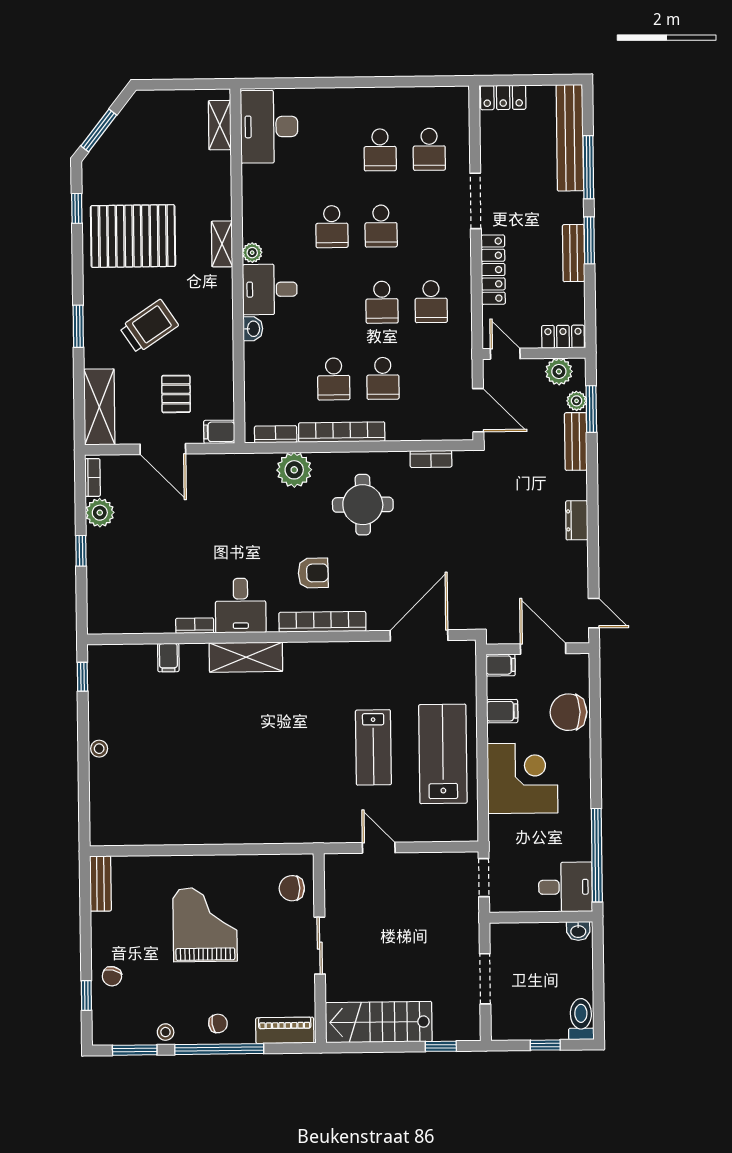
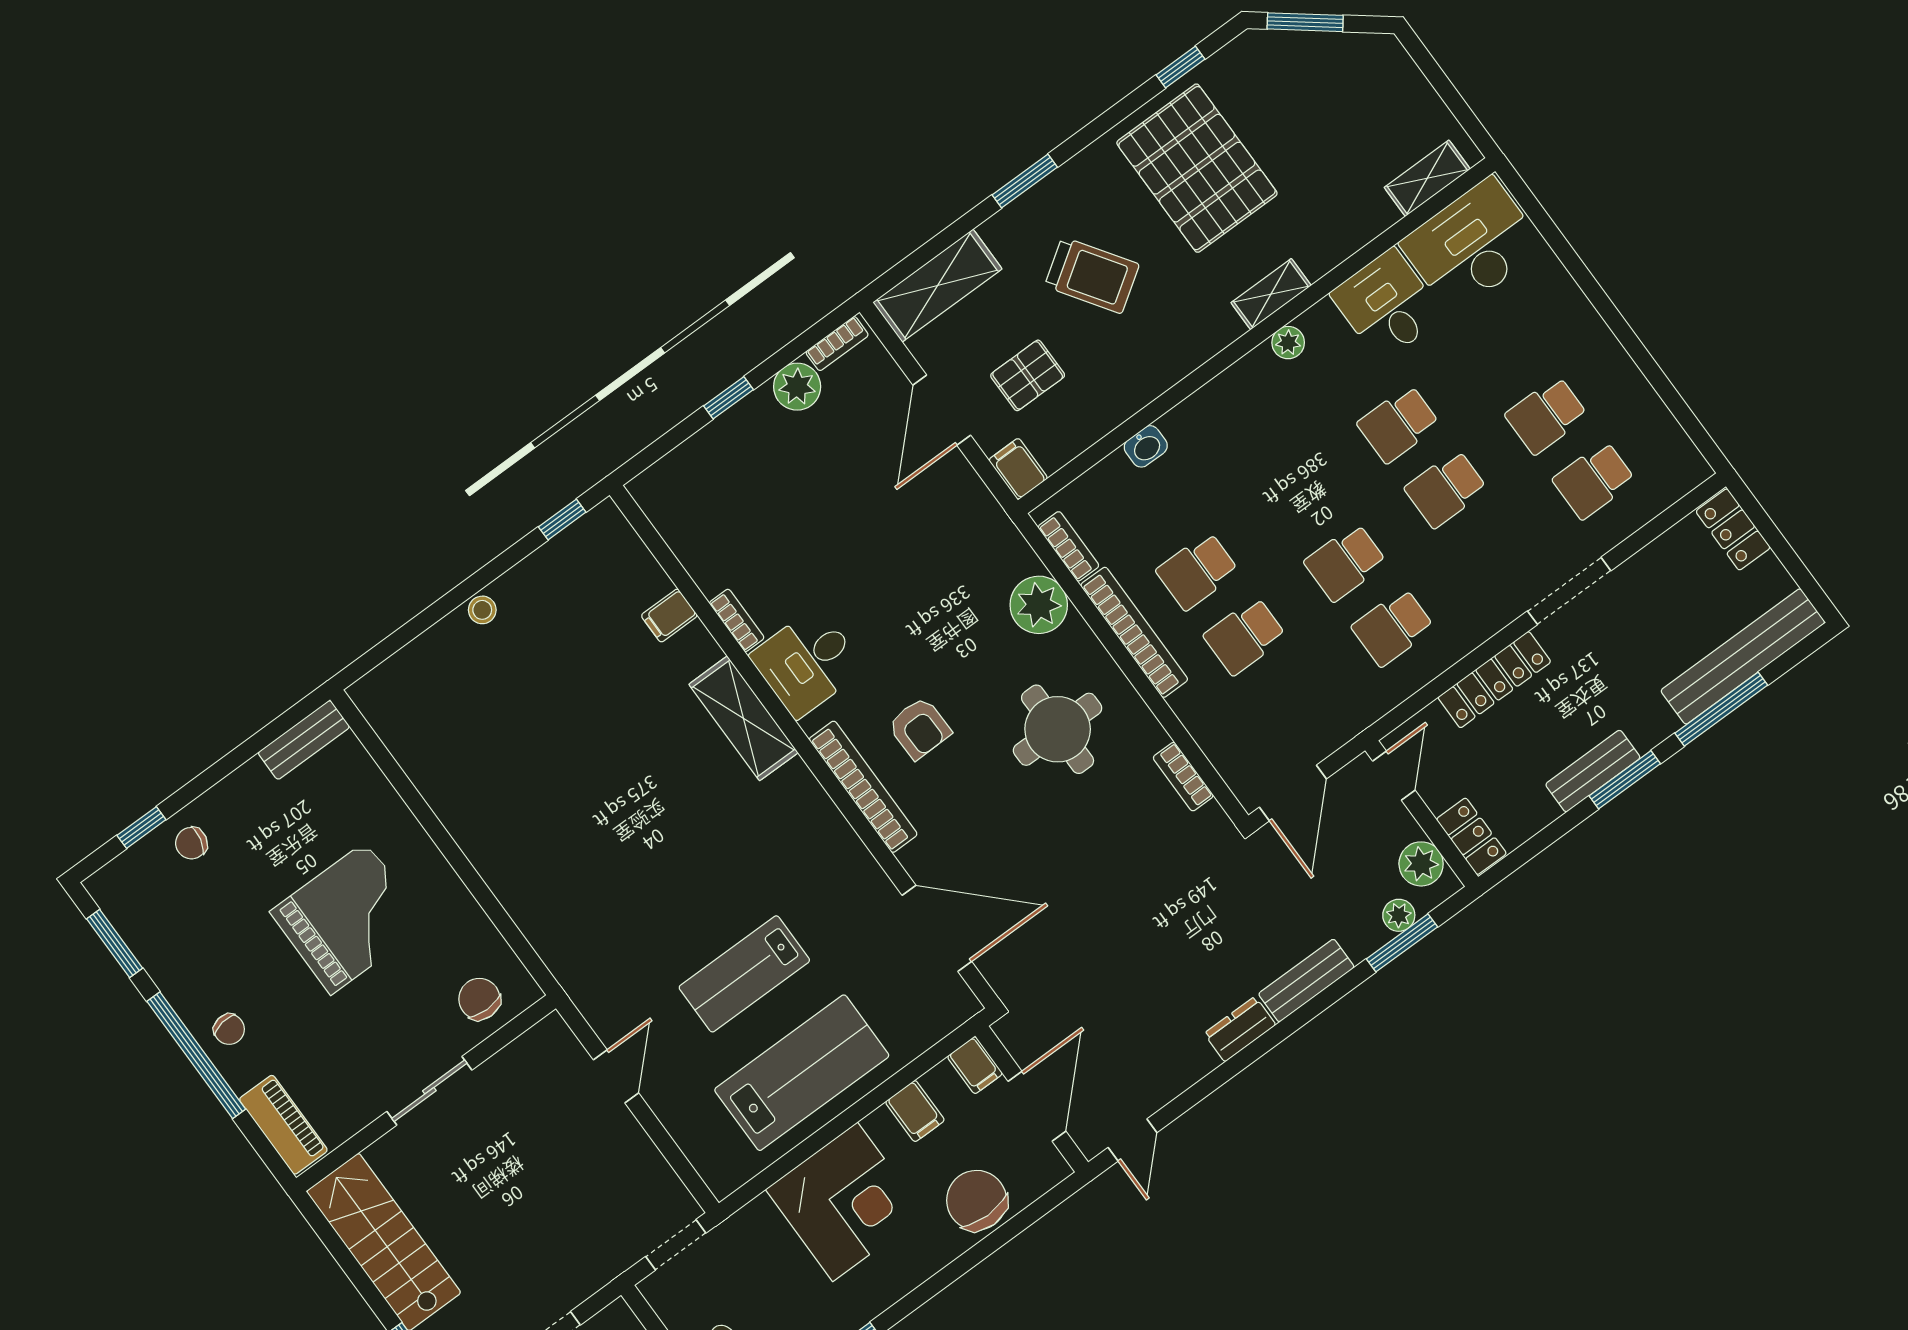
desk: (270, 289) -> (1387, 305), moved
washbasin: (253, 329) -> (1146, 446), moved
bench: (576, 441) -> (1306, 980), moved
stool: (166, 1032) -> (168, 968), removed

